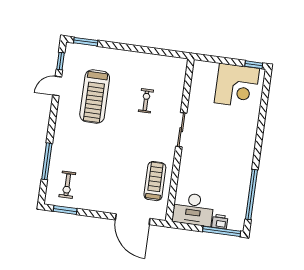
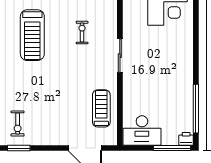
printer: (220, 222) -> (186, 139), moved

